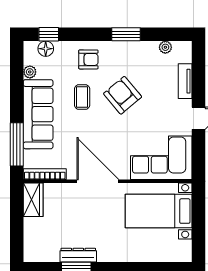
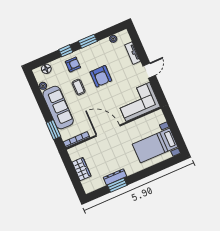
window: (49, 34) -> (66, 51), moved
armchair: (123, 95) -> (101, 76), turned -140
window: (17, 144) -> (53, 130), width x0.69
wardrobe: (33, 200) -> (81, 169), moved
bed with nightstands: (159, 211) -> (155, 146), moved

